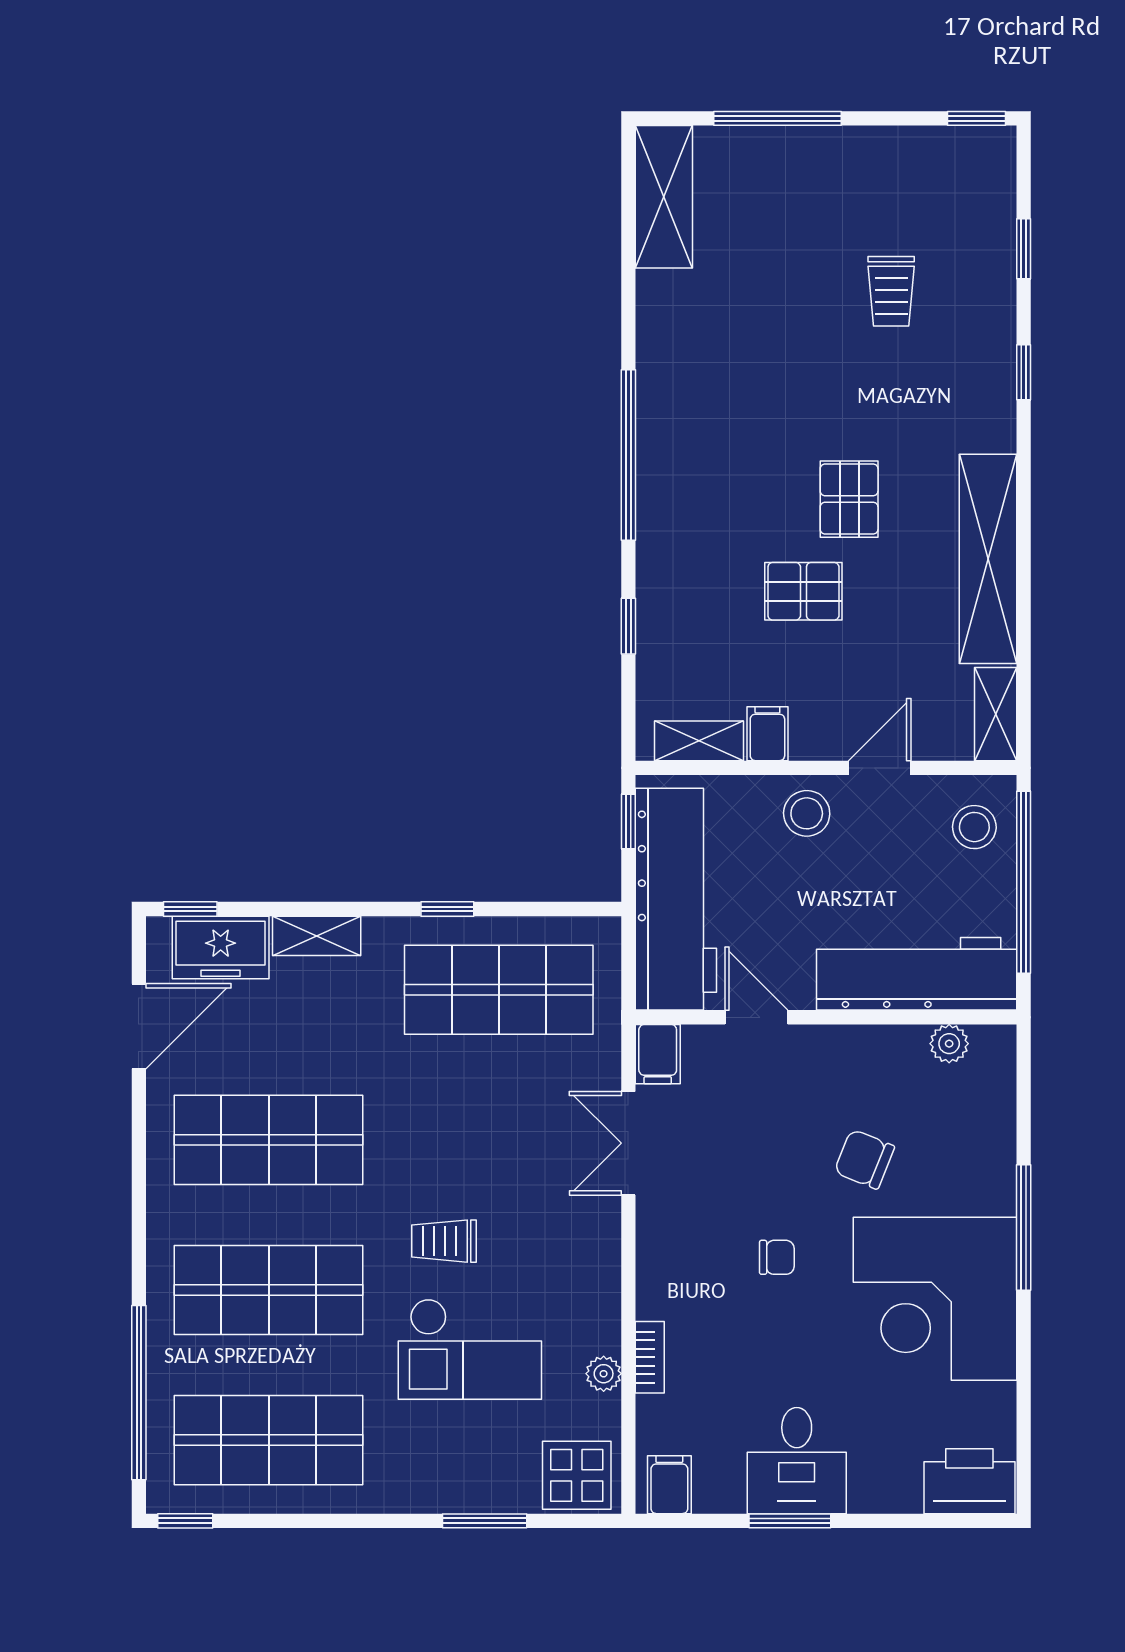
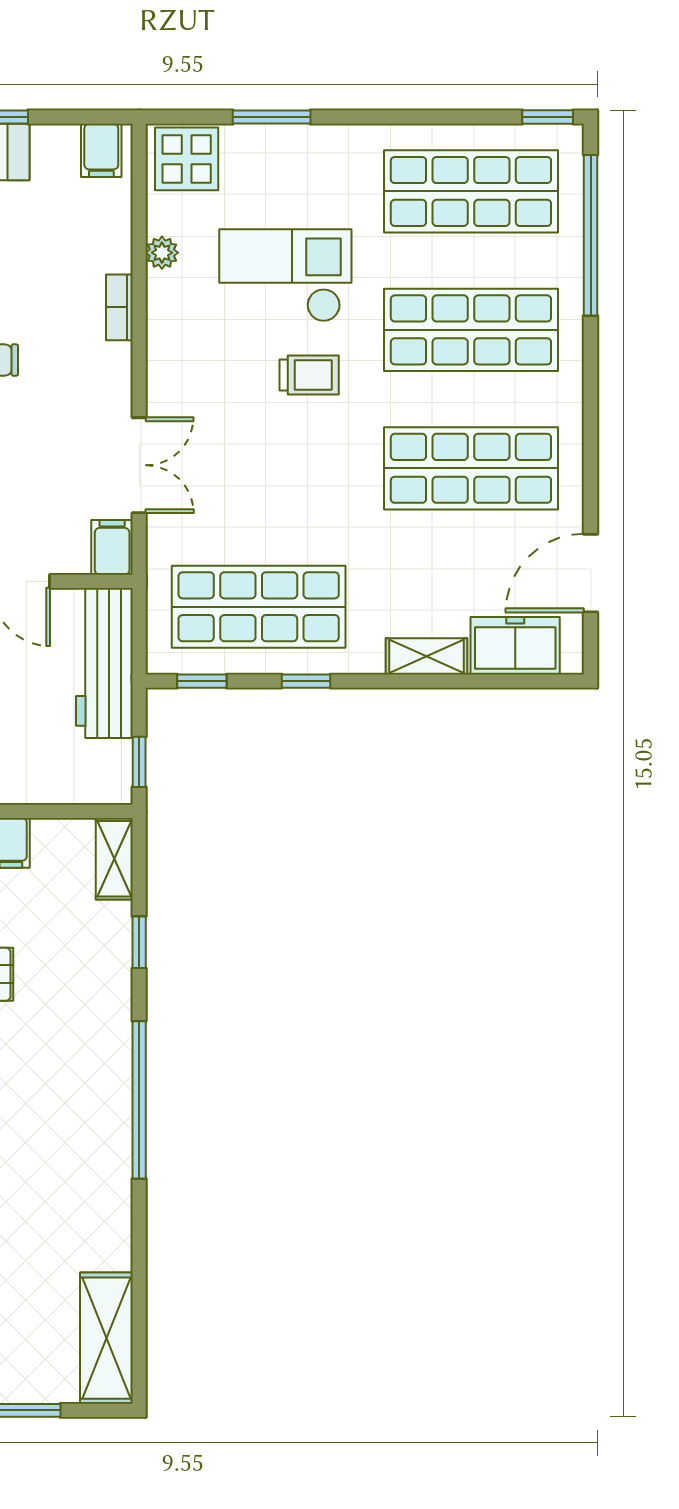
shelving: (699, 741) -> (114, 859), moved, turned 90
workbench: (676, 899) -> (104, 663), width x0.73, depth x0.76
window: (190, 909) -> (202, 681), moved
bookcase: (650, 1357) -> (119, 307), moved

